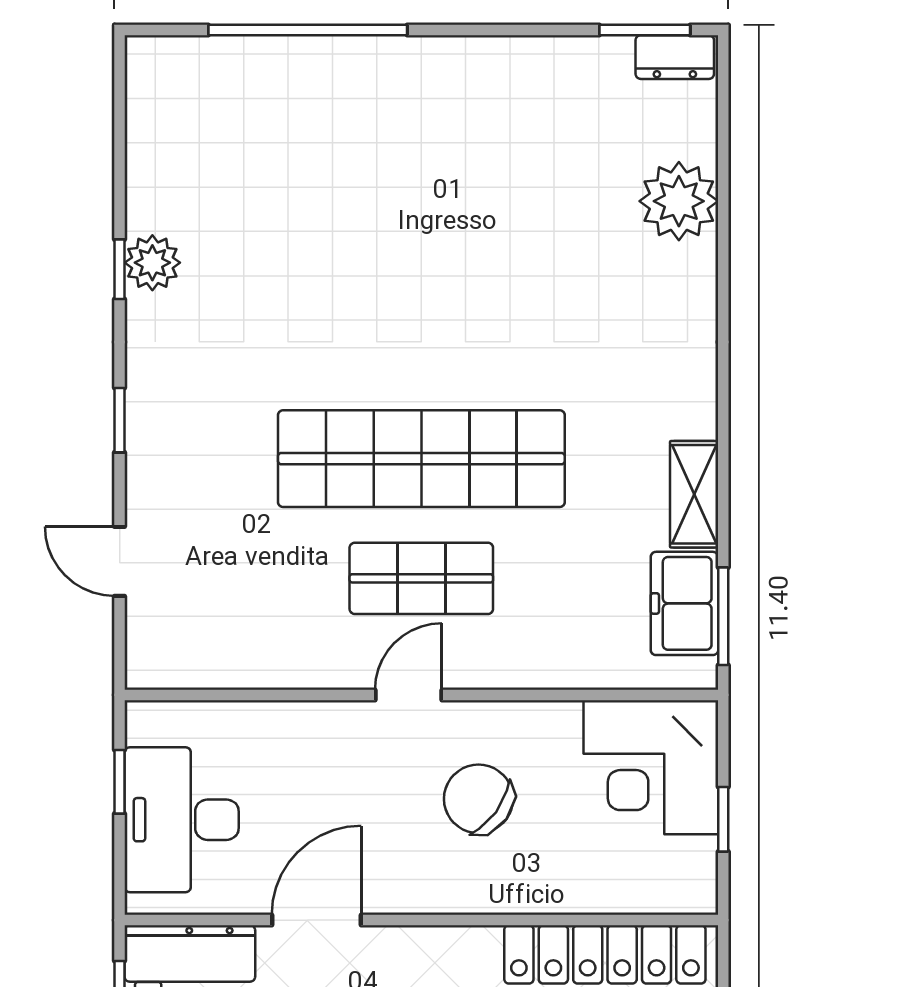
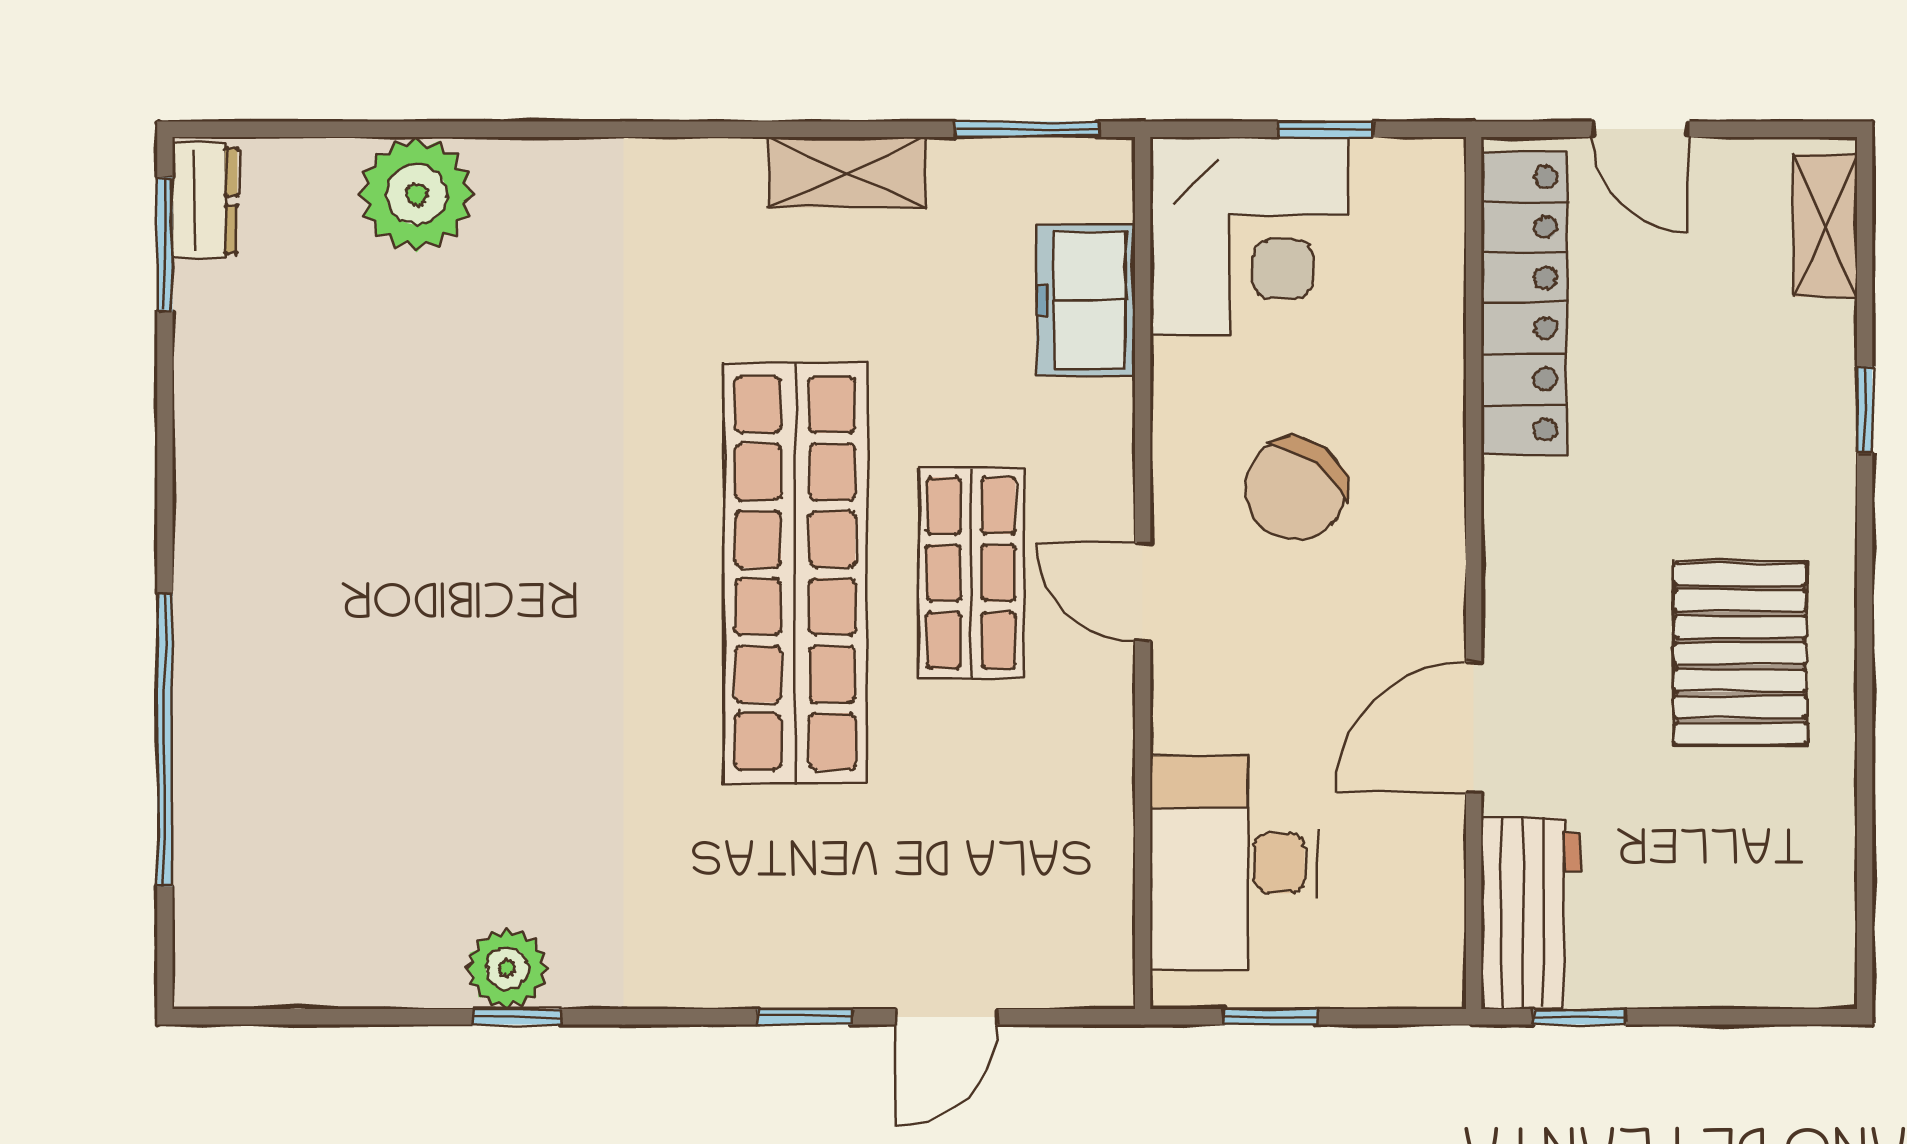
window: (120, 420) -> (805, 1017), moved
freezer: (684, 603) -> (1086, 300), moved, turned 90
desk: (182, 820) -> (1234, 863), moved, turned 90
door: (316, 920) -> (1474, 727), hinge flipped

